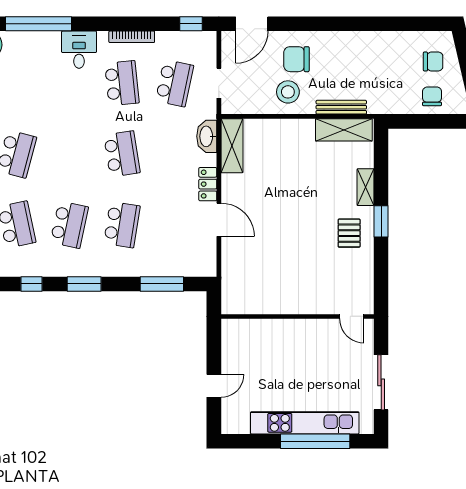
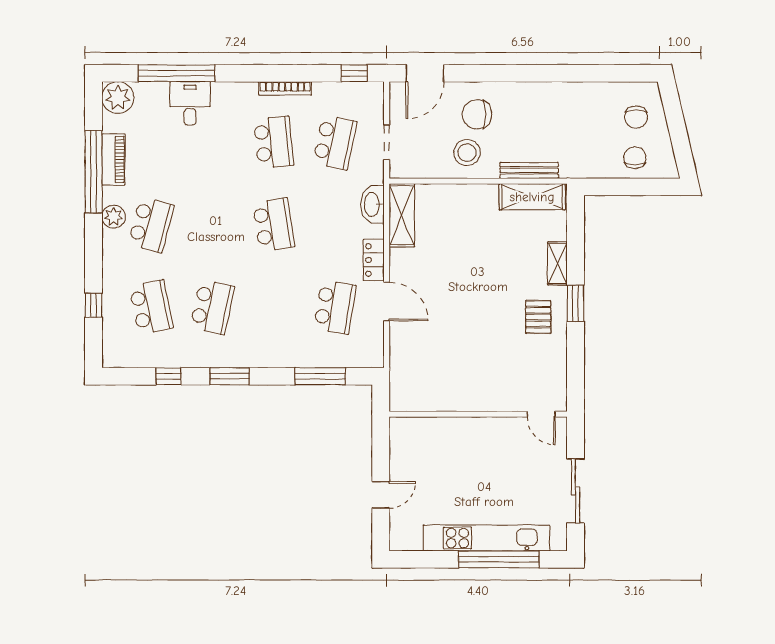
desk: (79, 50) -> (190, 103), moved
chair: (433, 61) -> (636, 117), turned 90
school desk: (122, 225) -> (335, 307), moved

